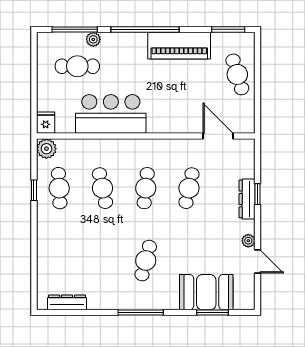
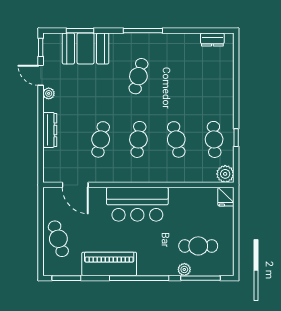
bar counter: (111, 114) -> (137, 204), moved
window: (258, 194) -> (41, 47), moved
dresser: (67, 302) -> (212, 40), width x0.70

